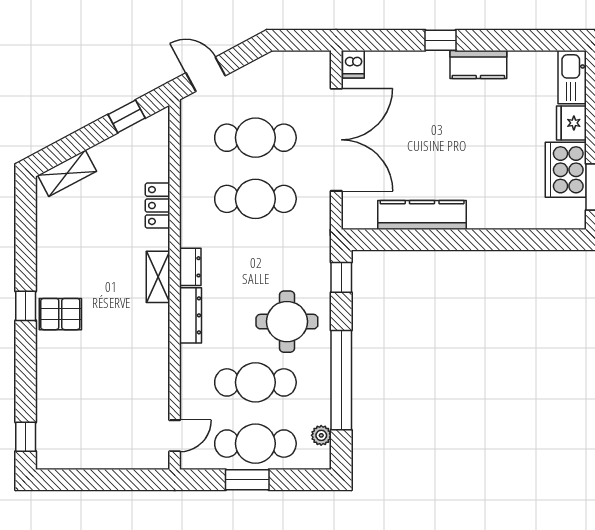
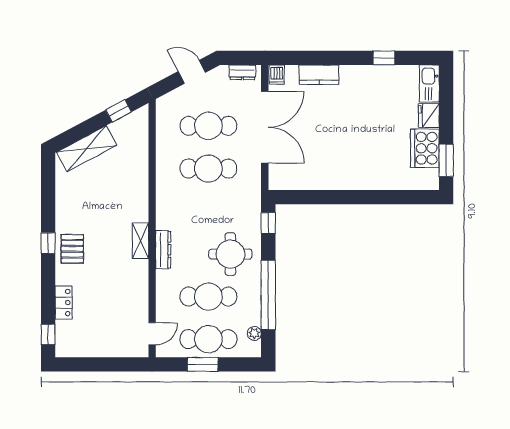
window: (441, 40) -> (384, 58), moved
kitchen counter: (478, 65) -> (319, 75), moved
door: (206, 74) -> (192, 72), moved
shelving: (67, 173) -> (87, 149), width x1.50, depth x1.33
locker: (158, 206) -> (64, 303), moved, turned 180
kitchen counter: (422, 215) -> (325, 180), removed
dresser: (190, 267) -> (242, 72), moved, turned 90
shelving: (158, 277) -> (140, 241), moved
pallet: (60, 314) -> (72, 249), turned 90

